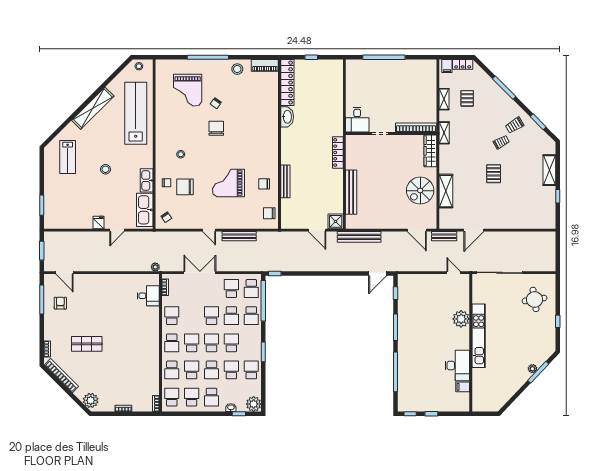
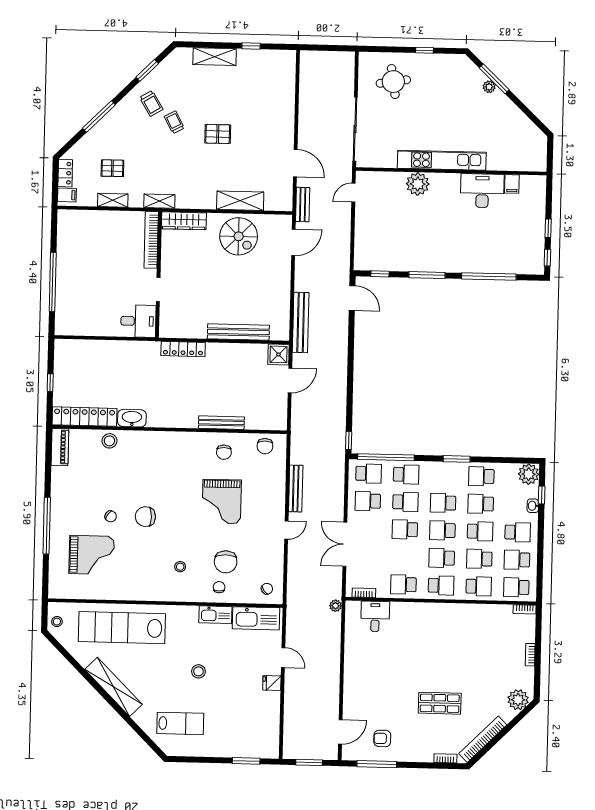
stool: (237, 69) -> (109, 441), moved
shop shelf: (87, 344) -> (440, 703), turned 90

